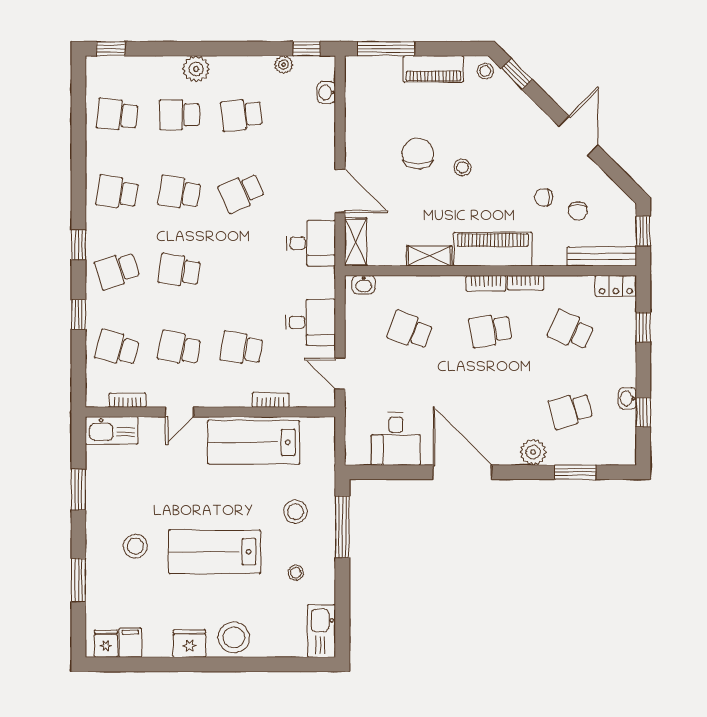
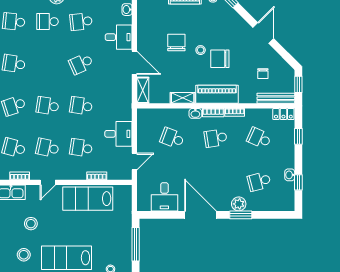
school desk: (179, 193) -> (81, 106), moved
chair: (544, 198) -> (220, 59), moved, width x1.87, depth x1.87
desk: (311, 243) -> (119, 37), moved
washbasin: (364, 285) -> (195, 113), moved
door: (340, 374) -> (134, 162), swing flipped
window: (575, 472) -> (241, 215), moved
stool: (295, 512) -> (31, 224), moved

